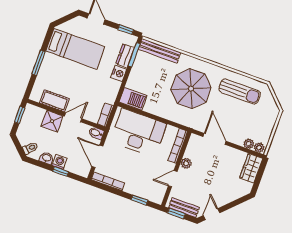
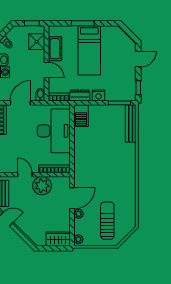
bed: (75, 49) -> (89, 50), moved
dresser: (125, 56) -> (80, 95), moved
parasol: (191, 89) -> (108, 162), removed
sun lounger: (240, 92) -> (107, 221), moved, turned 180
shower: (52, 121) -> (37, 42), moved
plant: (249, 144) -> (78, 214), moved
plant: (186, 163) -> (42, 186), width x1.87, depth x1.87

